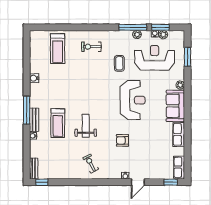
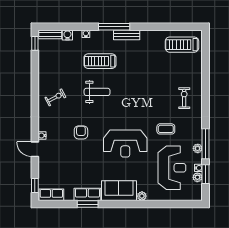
treadmill: (58, 49) -> (182, 45), moved
window: (187, 57) -> (88, 204), moved
water cooler: (34, 78) -> (67, 35), moved
bench: (34, 120) -> (127, 35), moved

